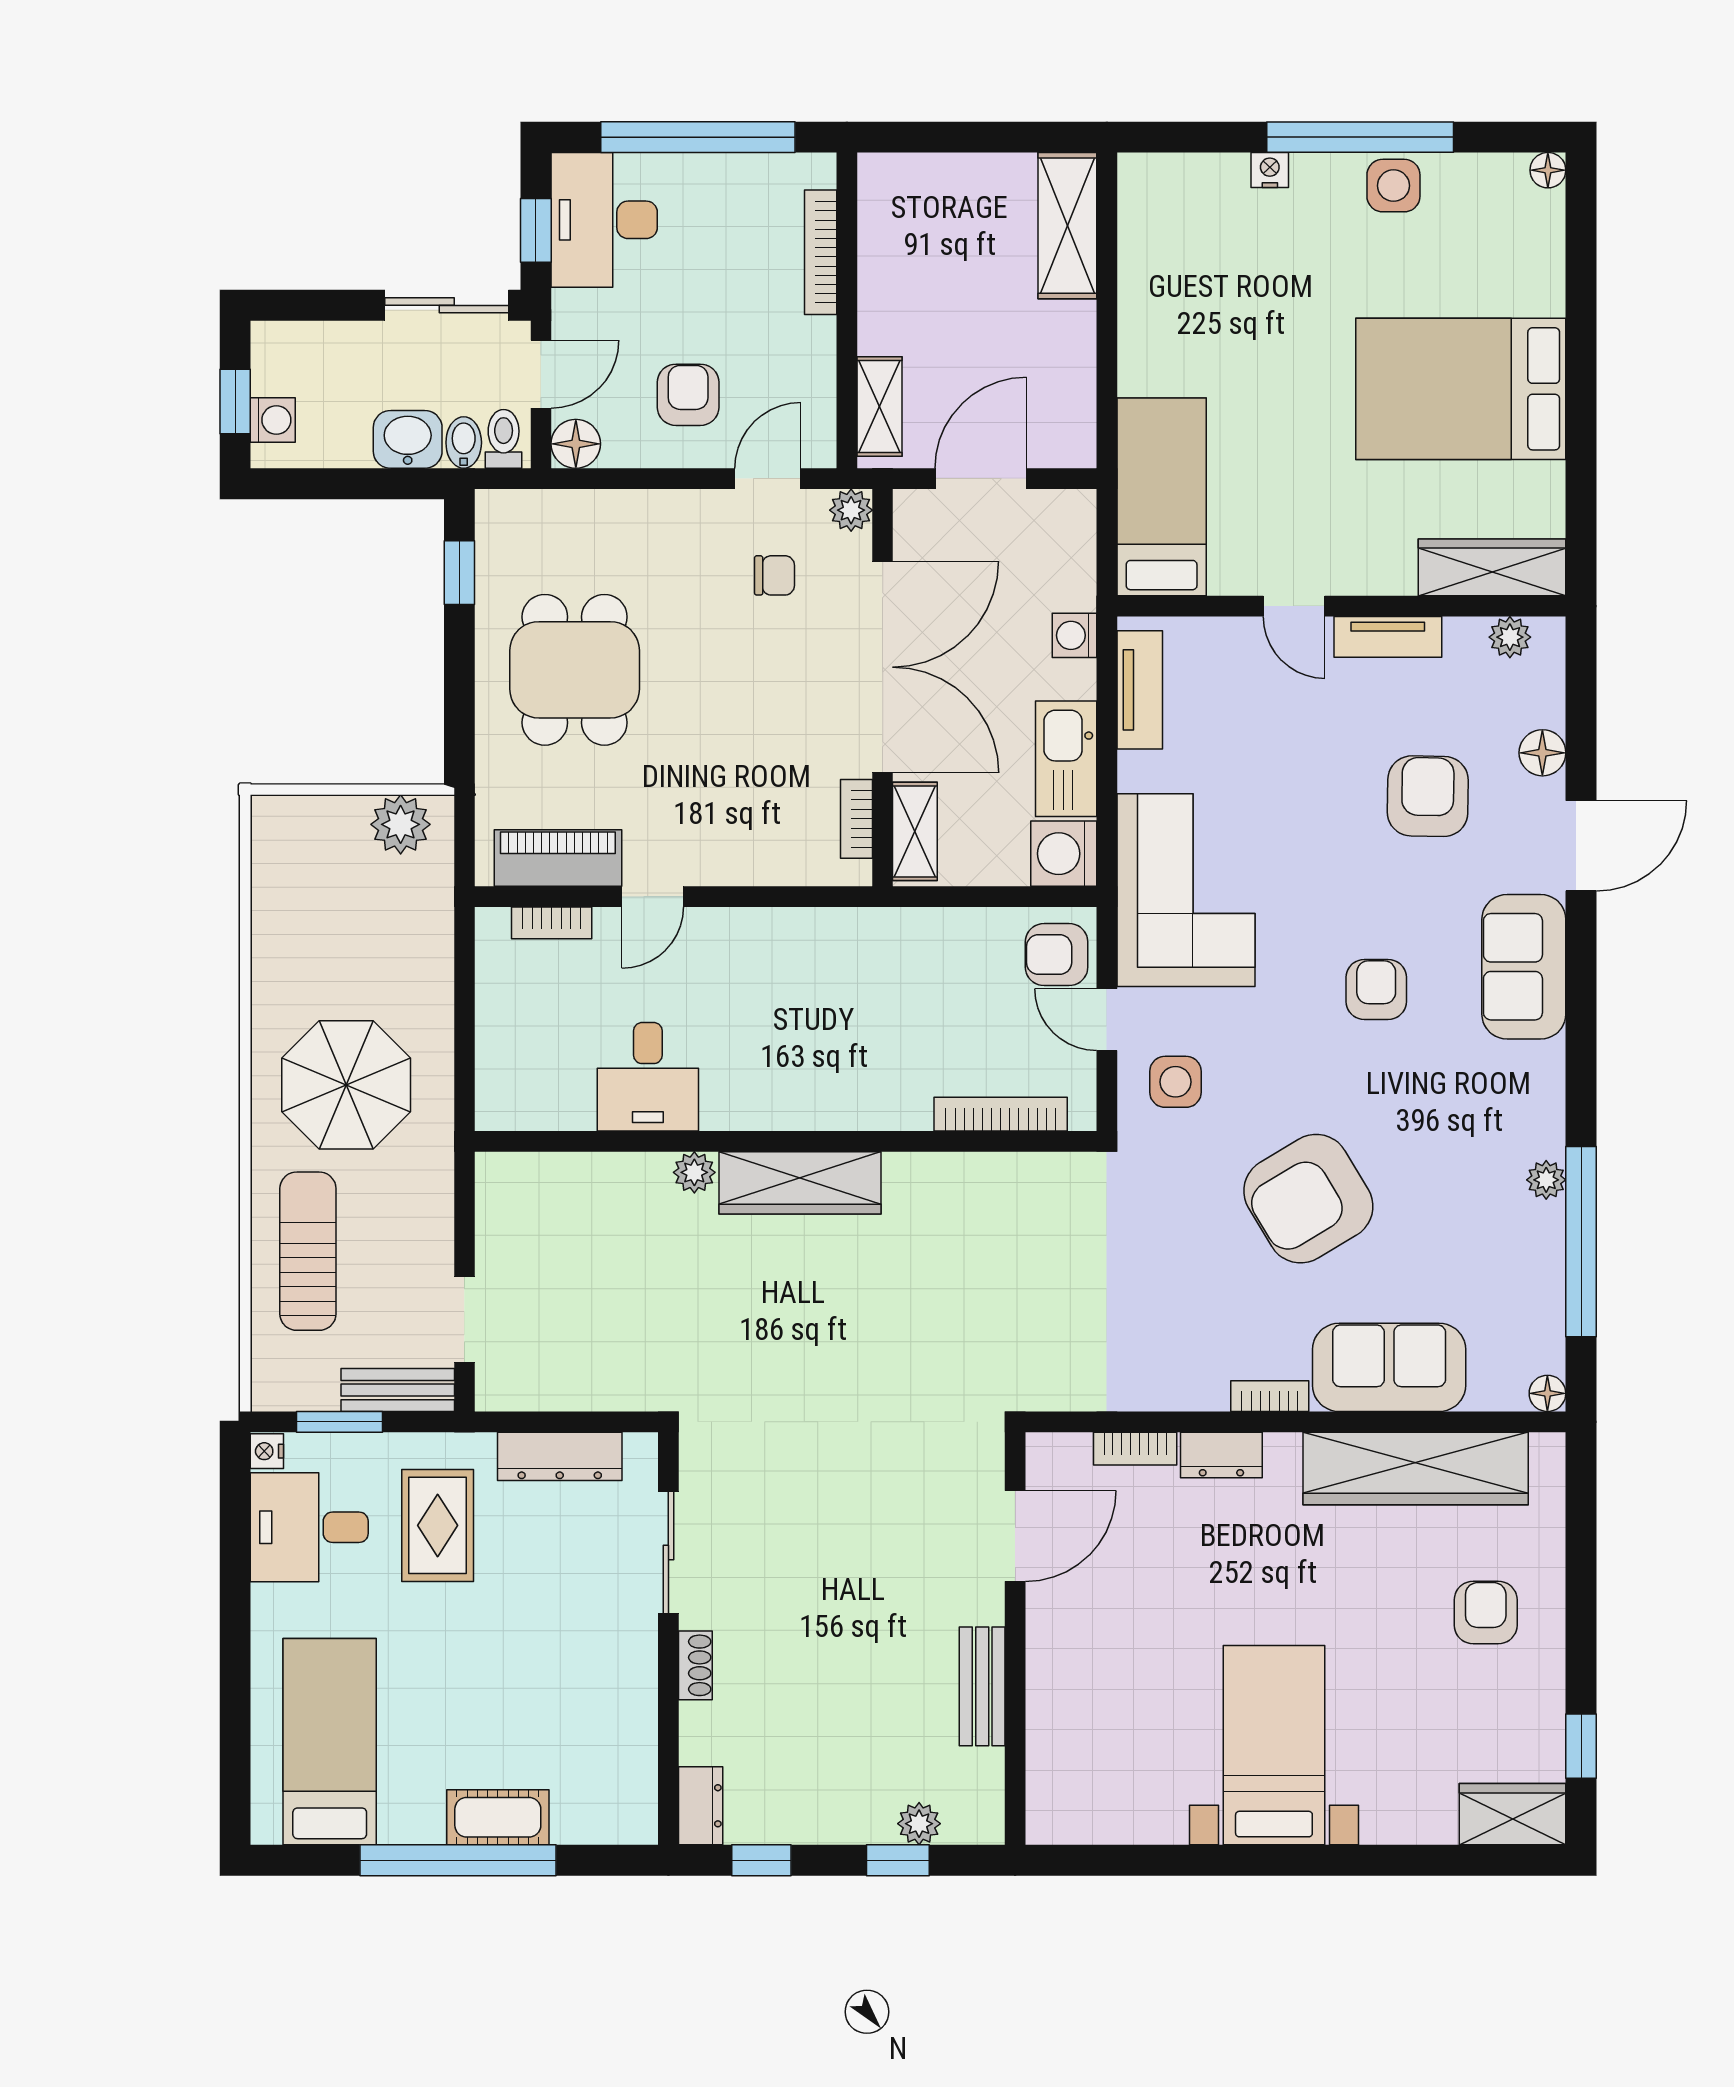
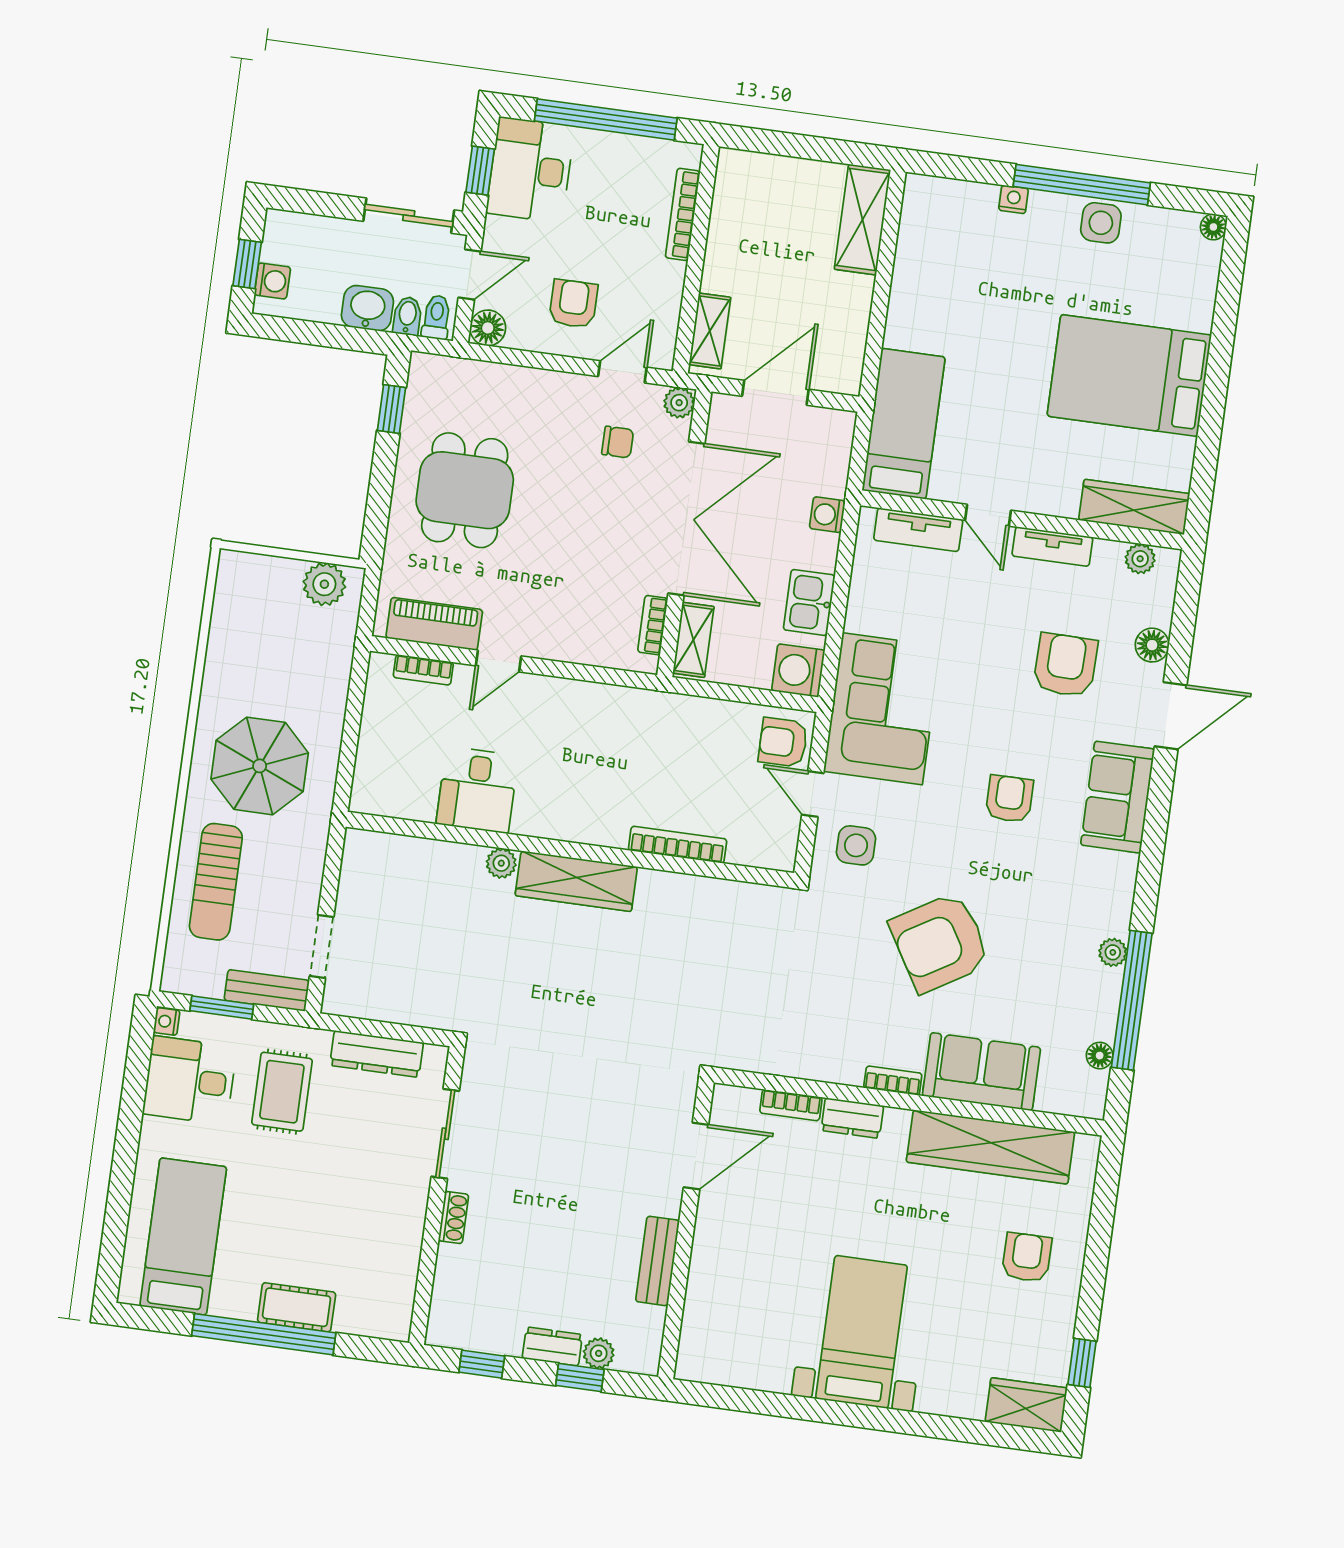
tv unit: (1140, 690) -> (918, 530), moved, turned 90
kitchen sink: (1066, 759) -> (809, 602), width x0.73
bookcase: (1001, 1114) -> (678, 845), moved
sun lounger: (308, 1251) -> (216, 882), turned 180
floor lamp: (1547, 1393) -> (1100, 1056), moved
dresser: (701, 1806) -> (552, 1346), moved, turned -90

